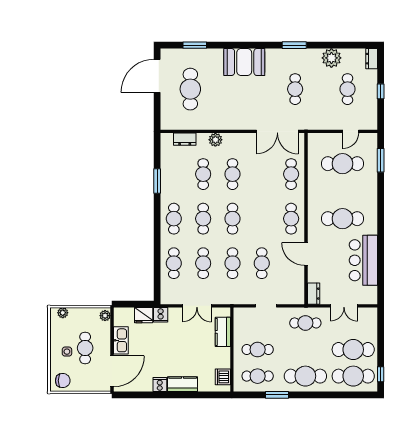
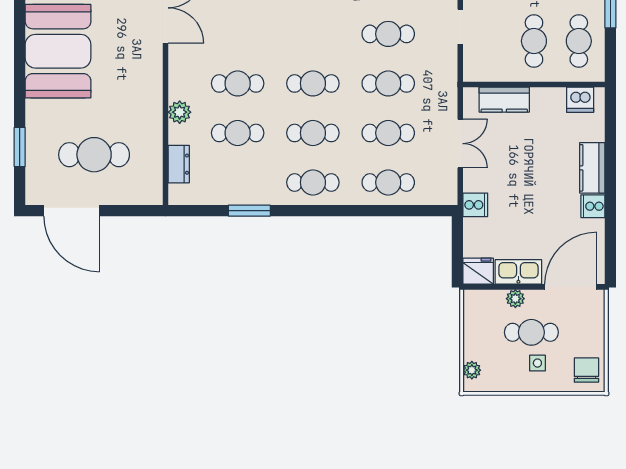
booth: (244, 62) -> (58, 51), width x1.36, depth x1.42
fridge: (144, 315) -> (478, 271), moved, turned -90
plant: (105, 316) -> (515, 299), moved
door: (112, 371) -> (571, 287), hinge flipped

